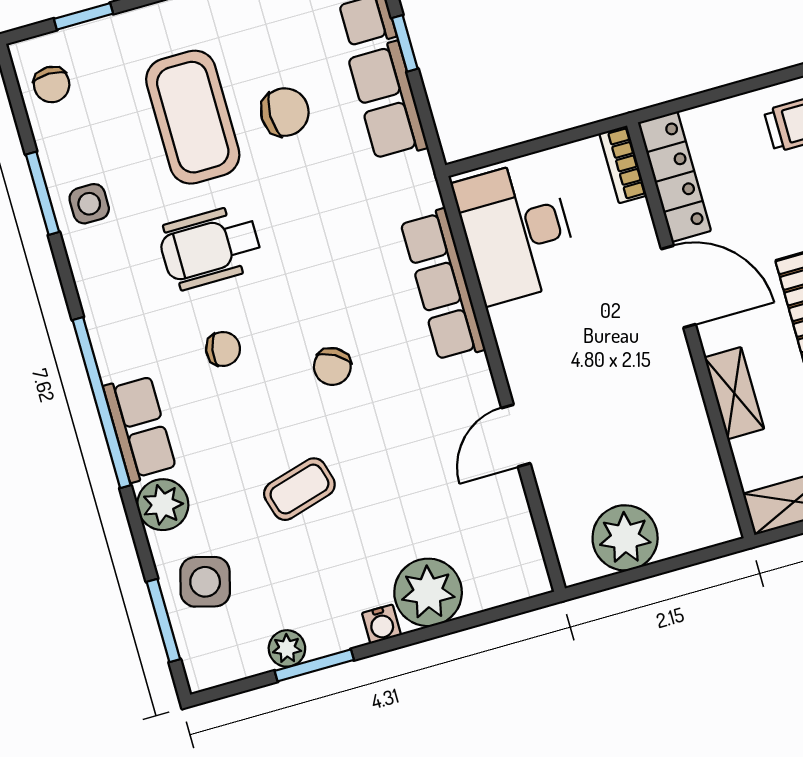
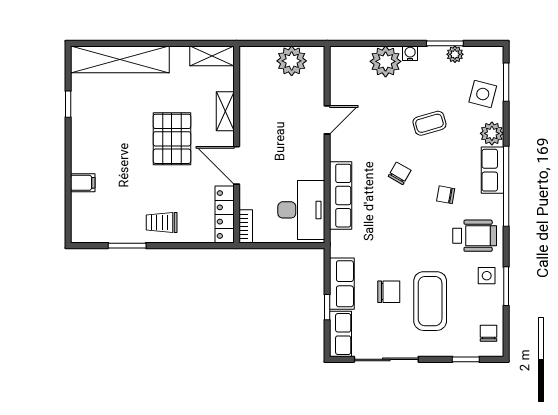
chair: (285, 112) -> (389, 292), turned 180
wheelchair: (210, 247) -> (475, 236), moved

